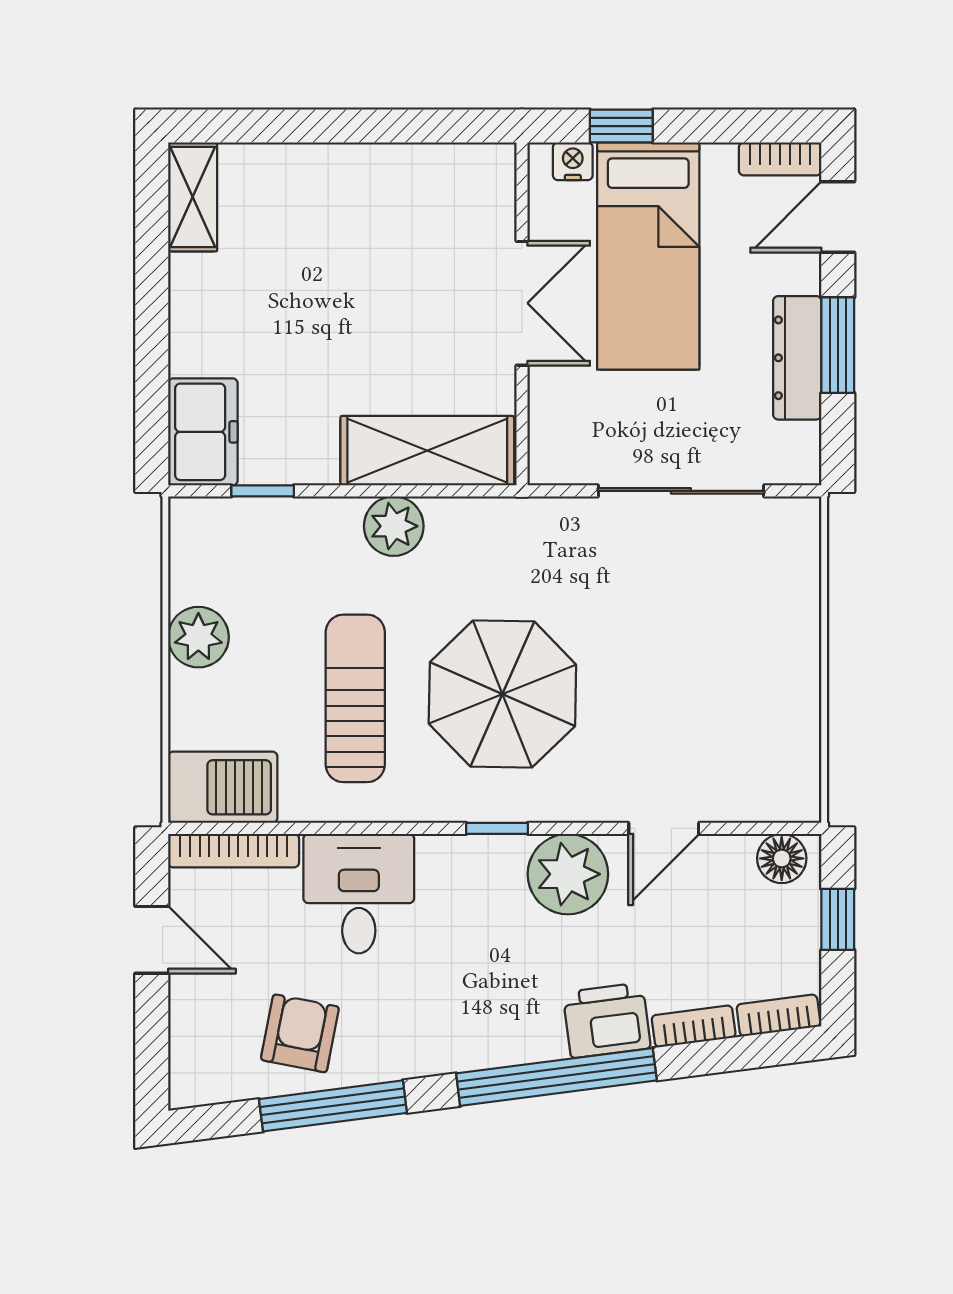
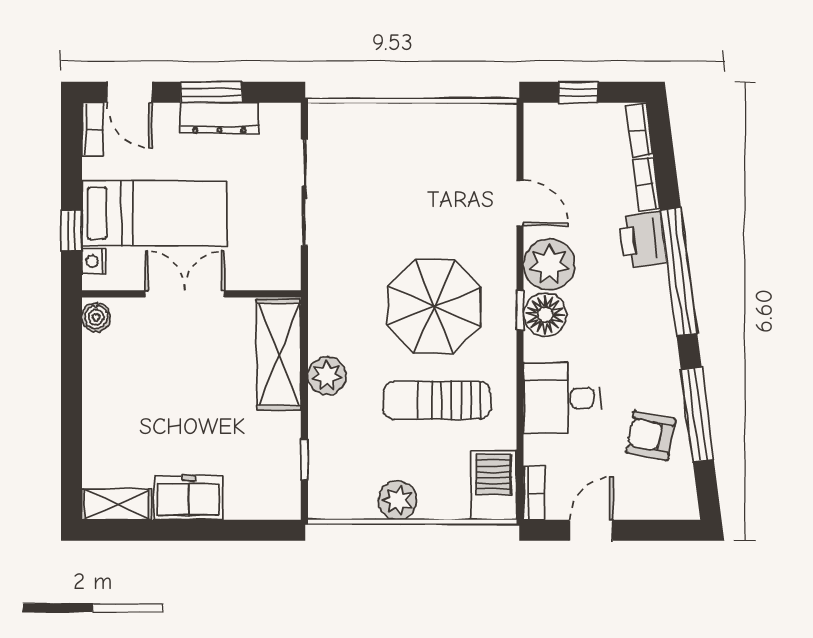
boiler: (485, 165) -> (96, 317), added
freezer: (203, 432) -> (188, 498), moved
bookcase: (234, 851) -> (534, 493), width x0.64
floor lamp: (782, 858) -> (545, 315), moved, width x1.38, depth x1.38

